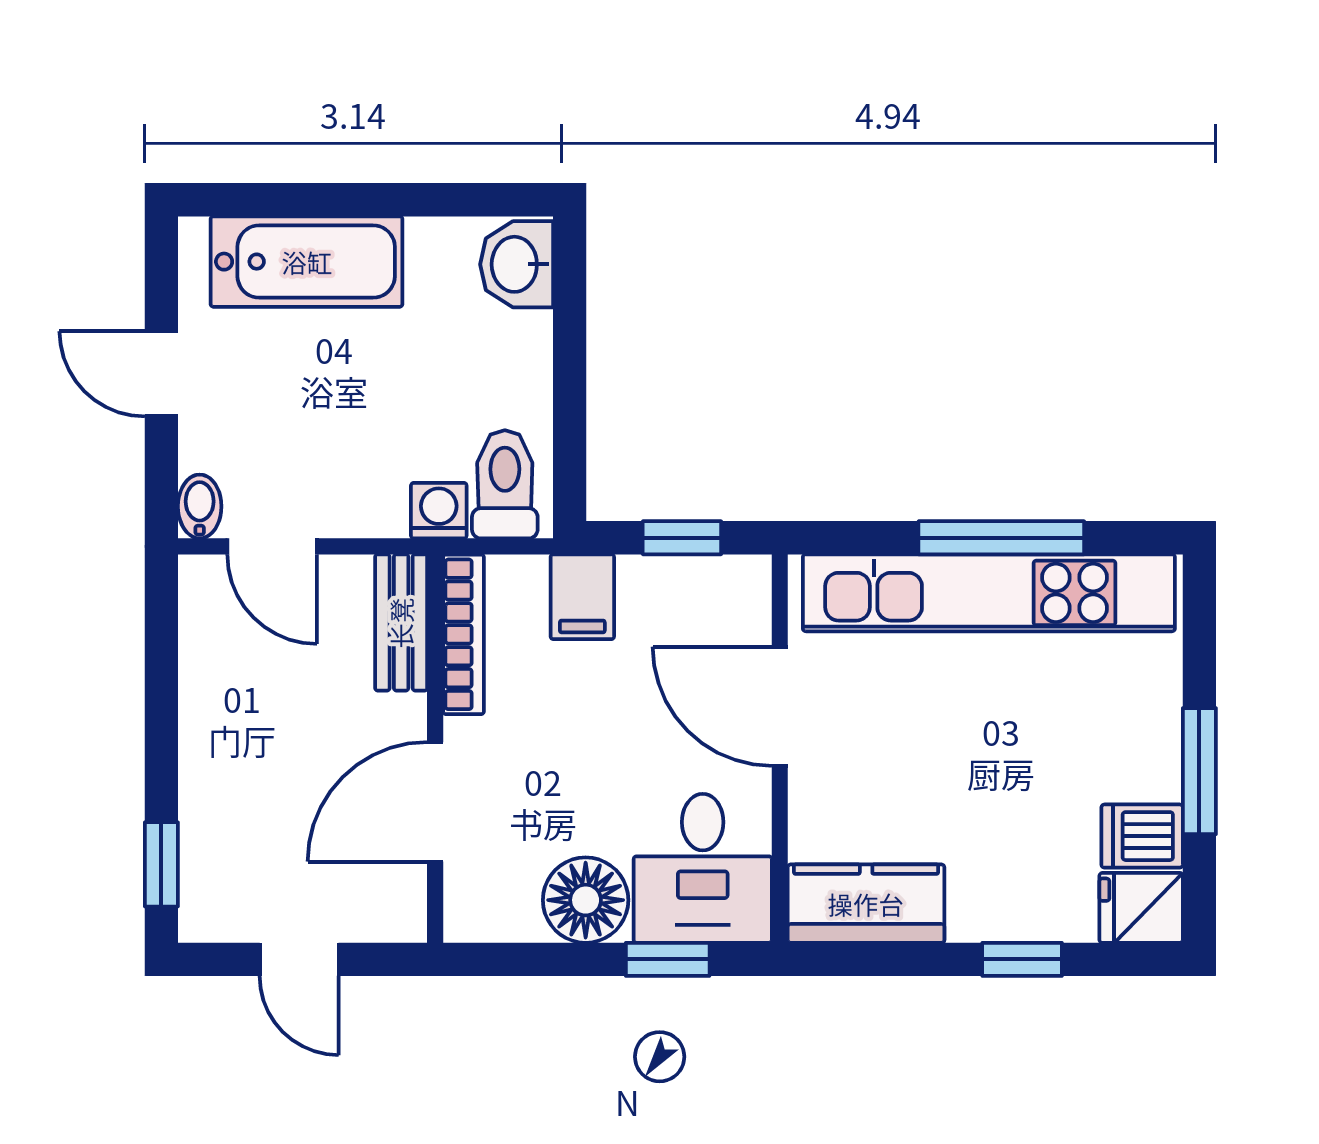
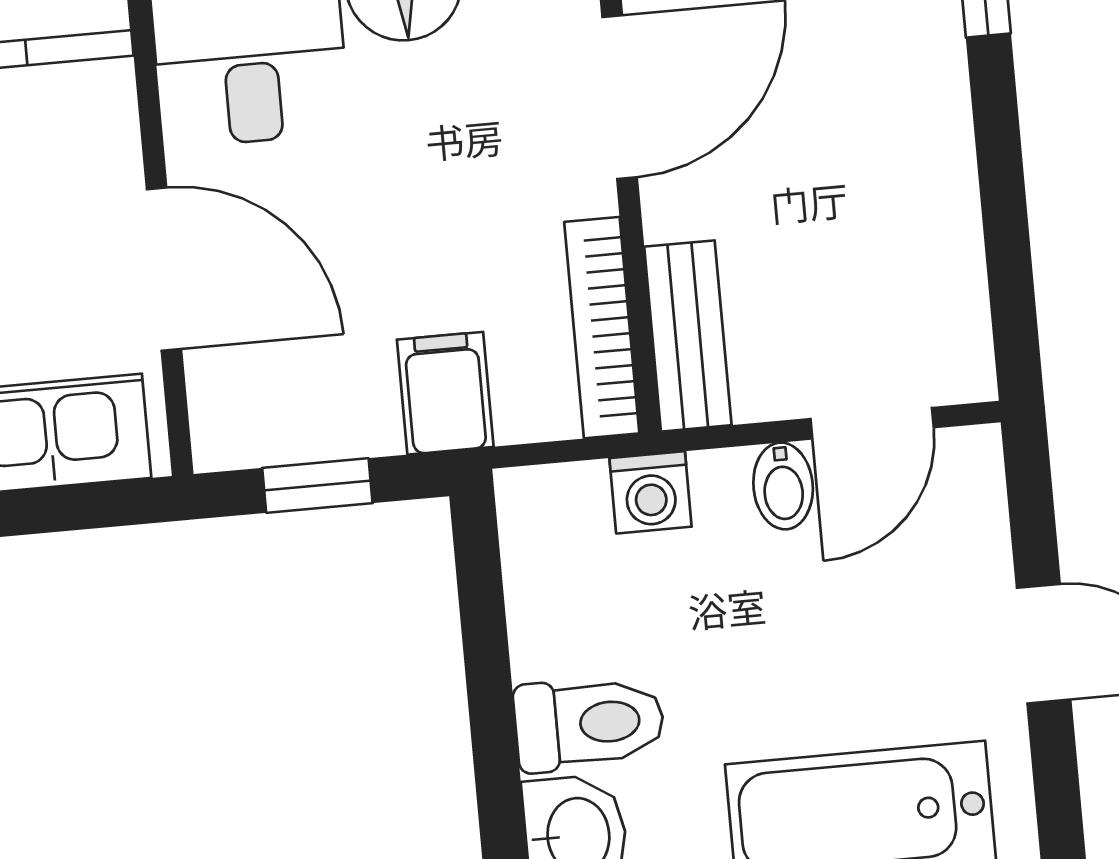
toilet: (505, 484) -> (589, 723), moved, turned -90
bidet: (200, 506) -> (783, 486), moved
door: (272, 546) -> (872, 423), swing flipped

